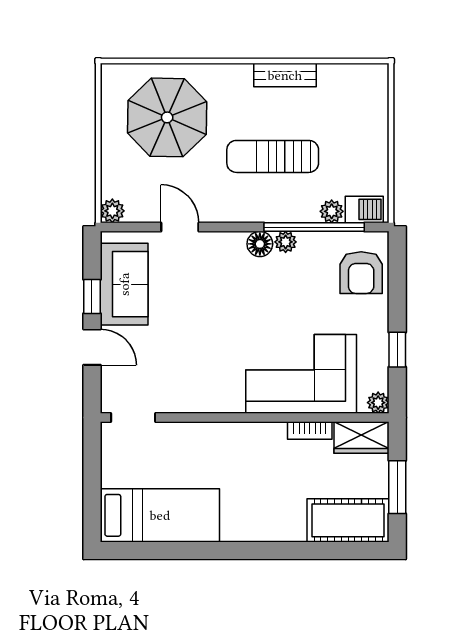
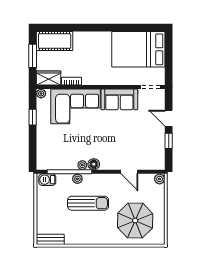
bench: (285, 75) -> (50, 239), moved
plant: (332, 211) -> (77, 179), moved
armchair: (361, 273) -> (49, 151), removed
sofa: (124, 284) -> (119, 99), moved, turned -90
bed: (160, 515) -> (138, 49), width x1.50

